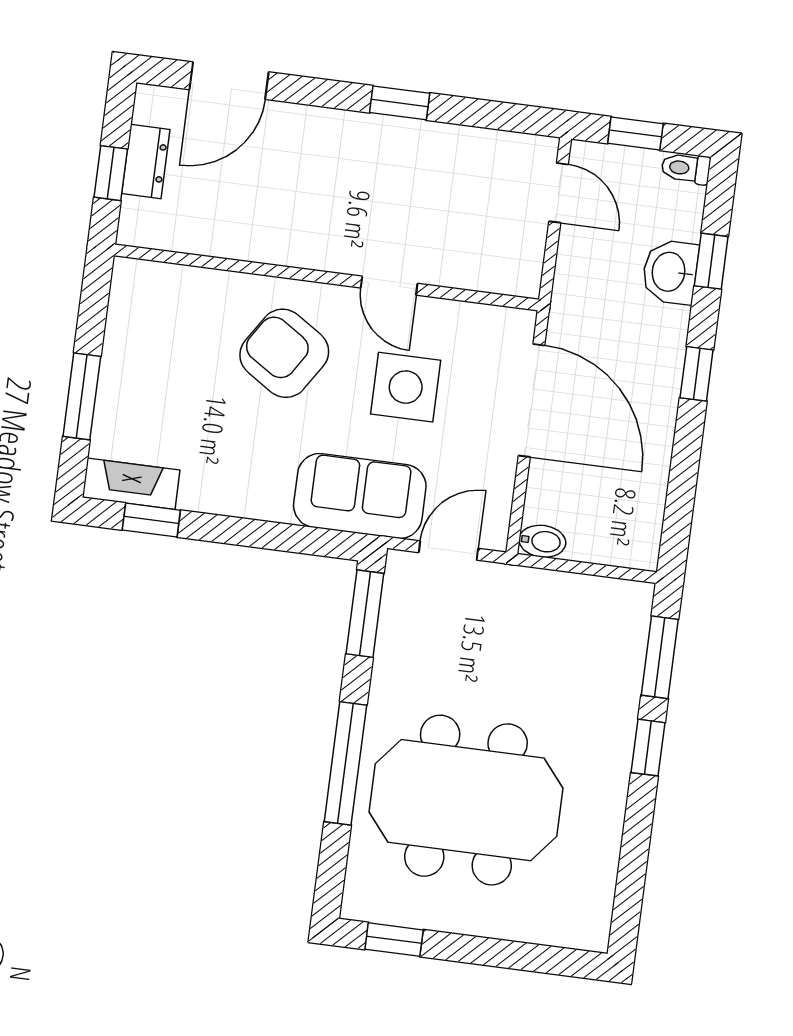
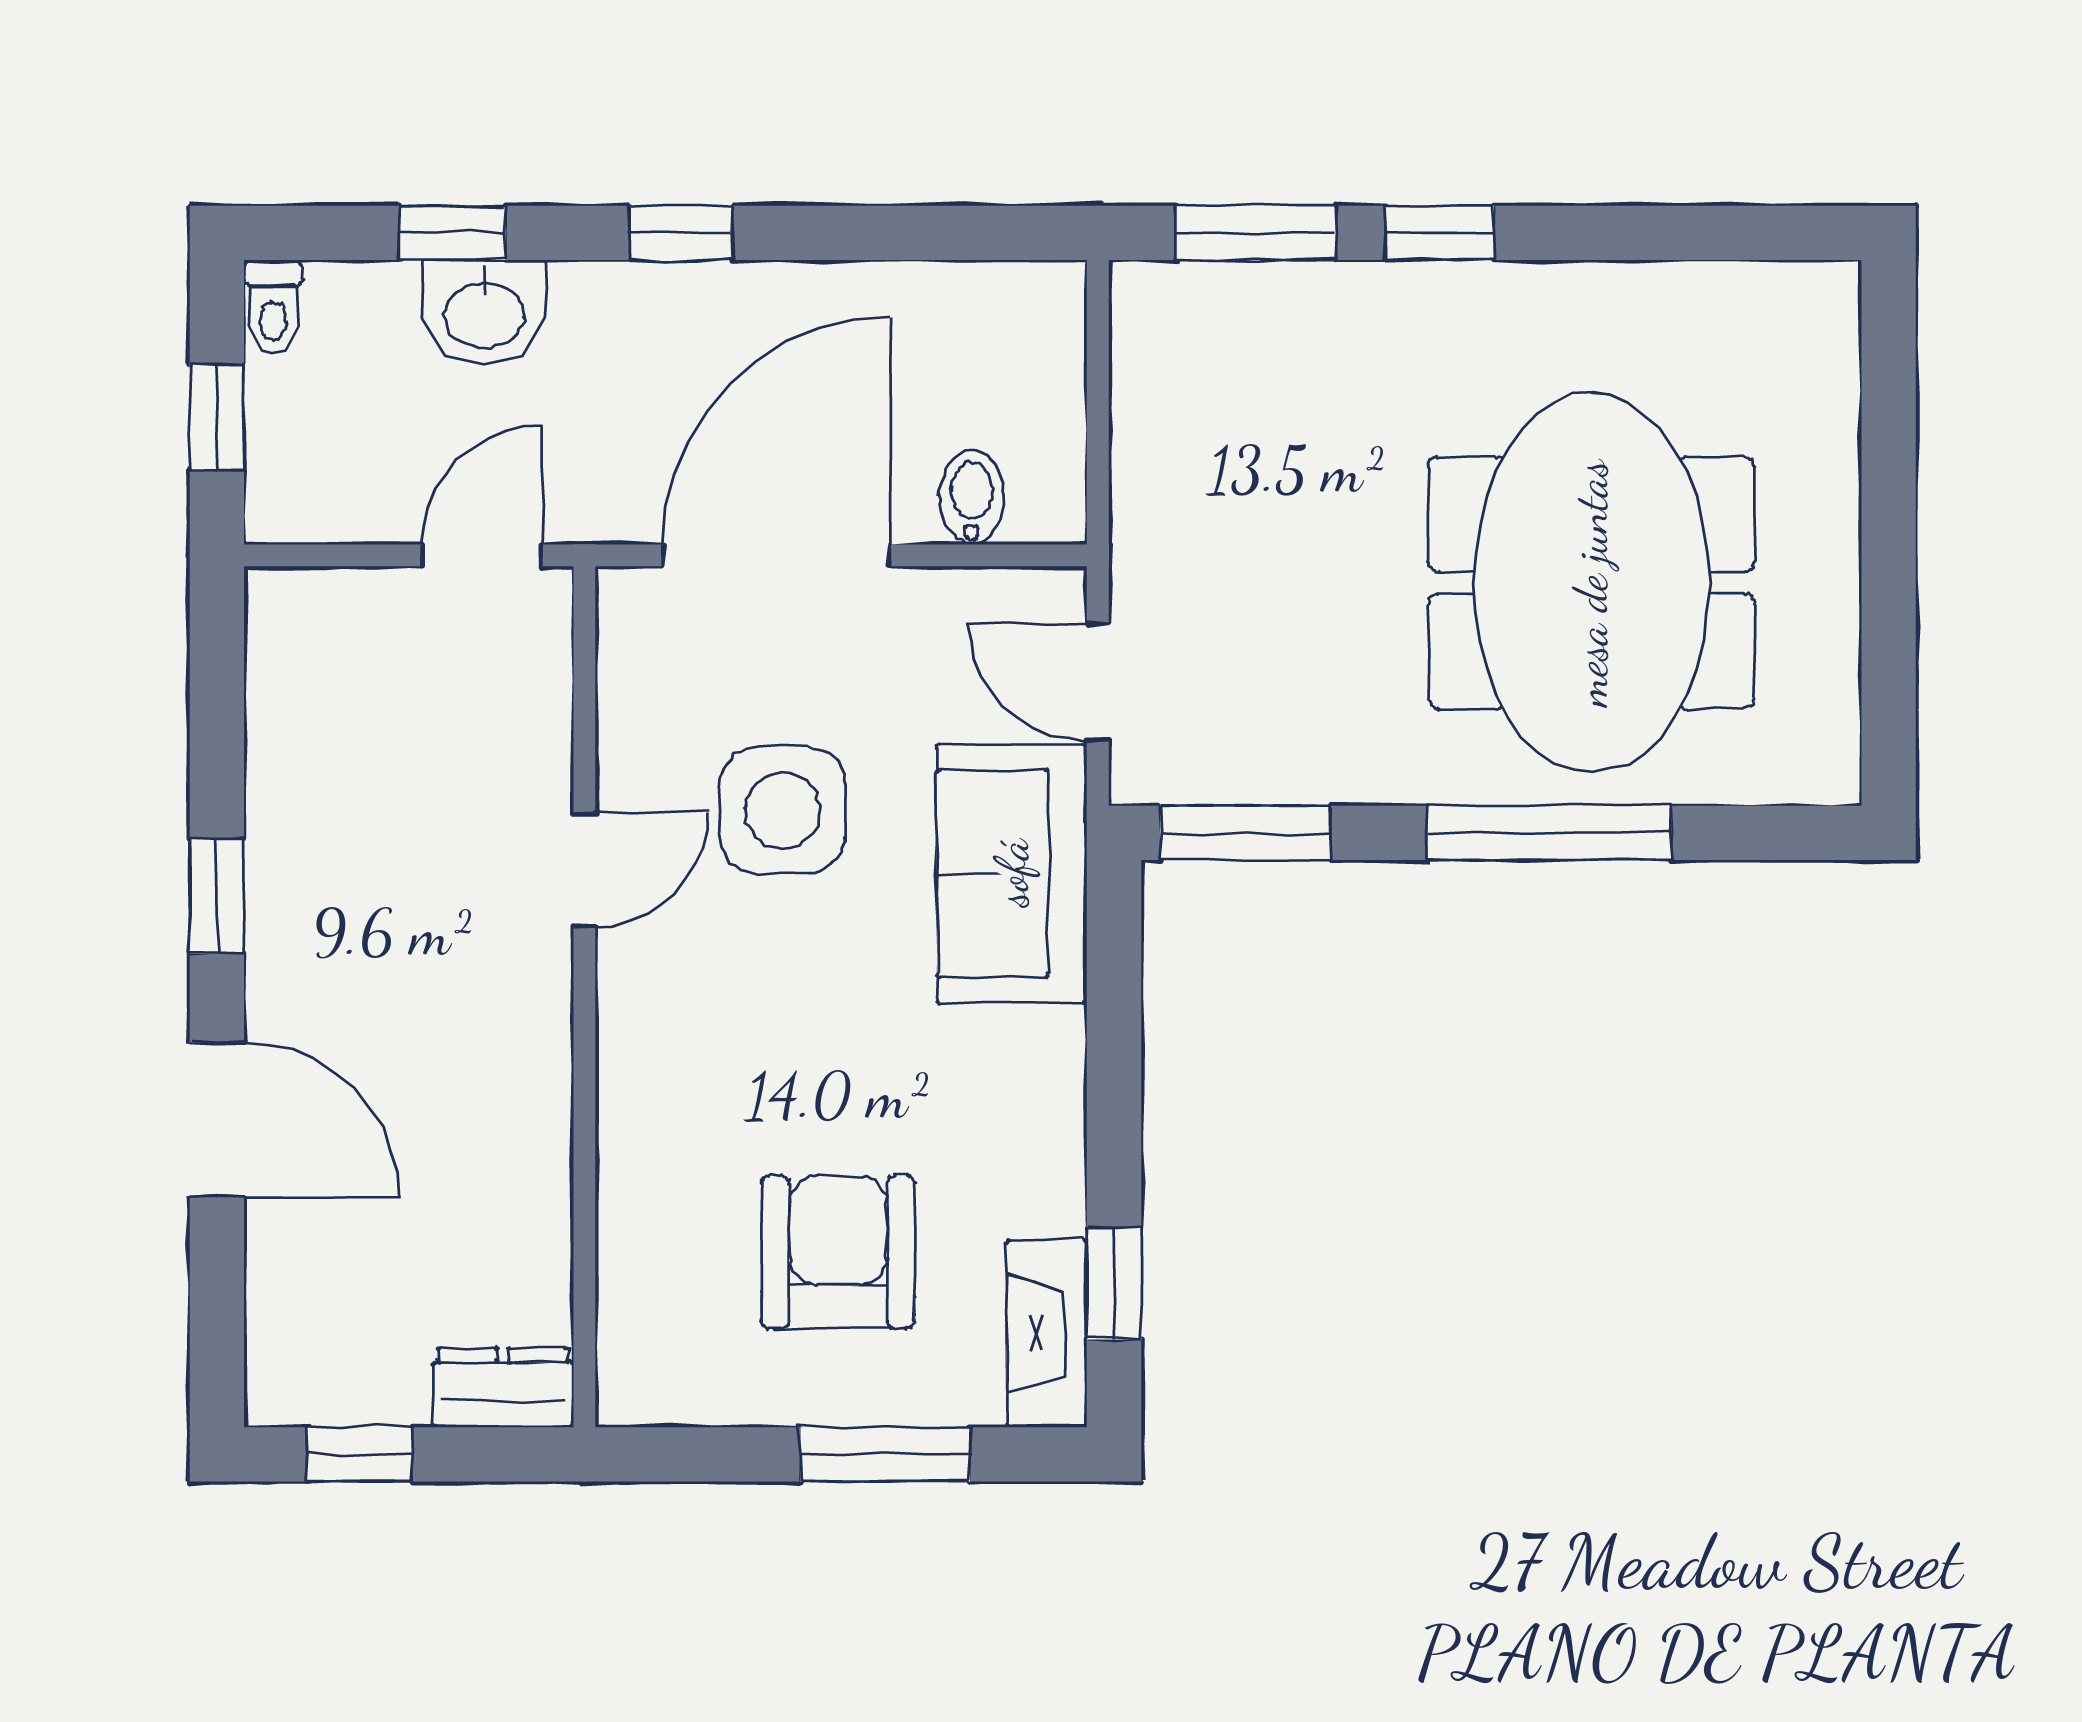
door: (229, 81) -> (217, 1120), moved
dresser: (146, 161) -> (503, 1388), moved
window: (111, 173) -> (359, 1454), moved
door: (559, 193) -> (482, 555), moved
armchair: (284, 353) -> (838, 1252), moved, turned 147
bidet: (542, 541) -> (972, 497), moved
window: (394, 940) -> (1889, 690), removed

